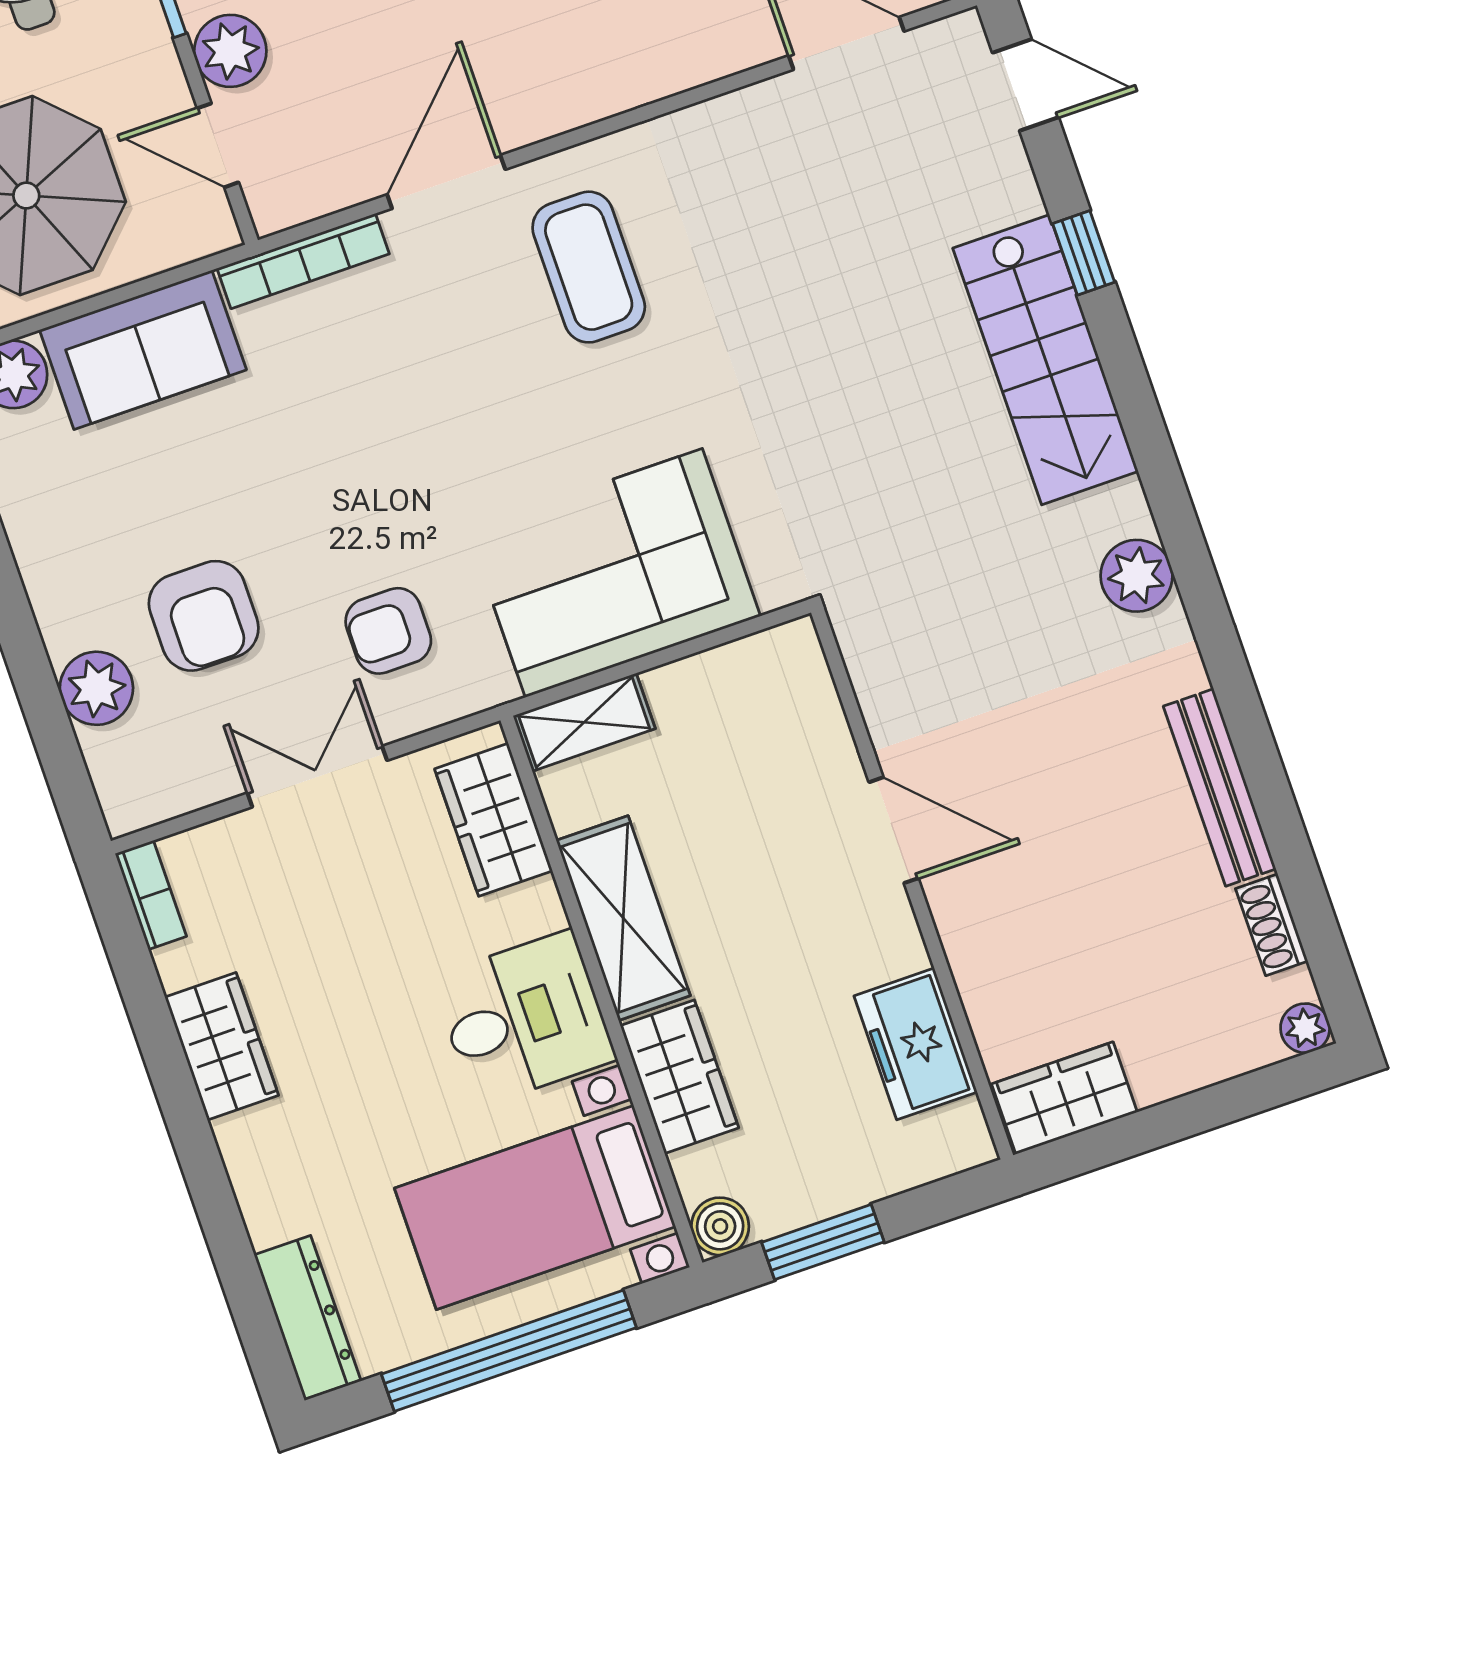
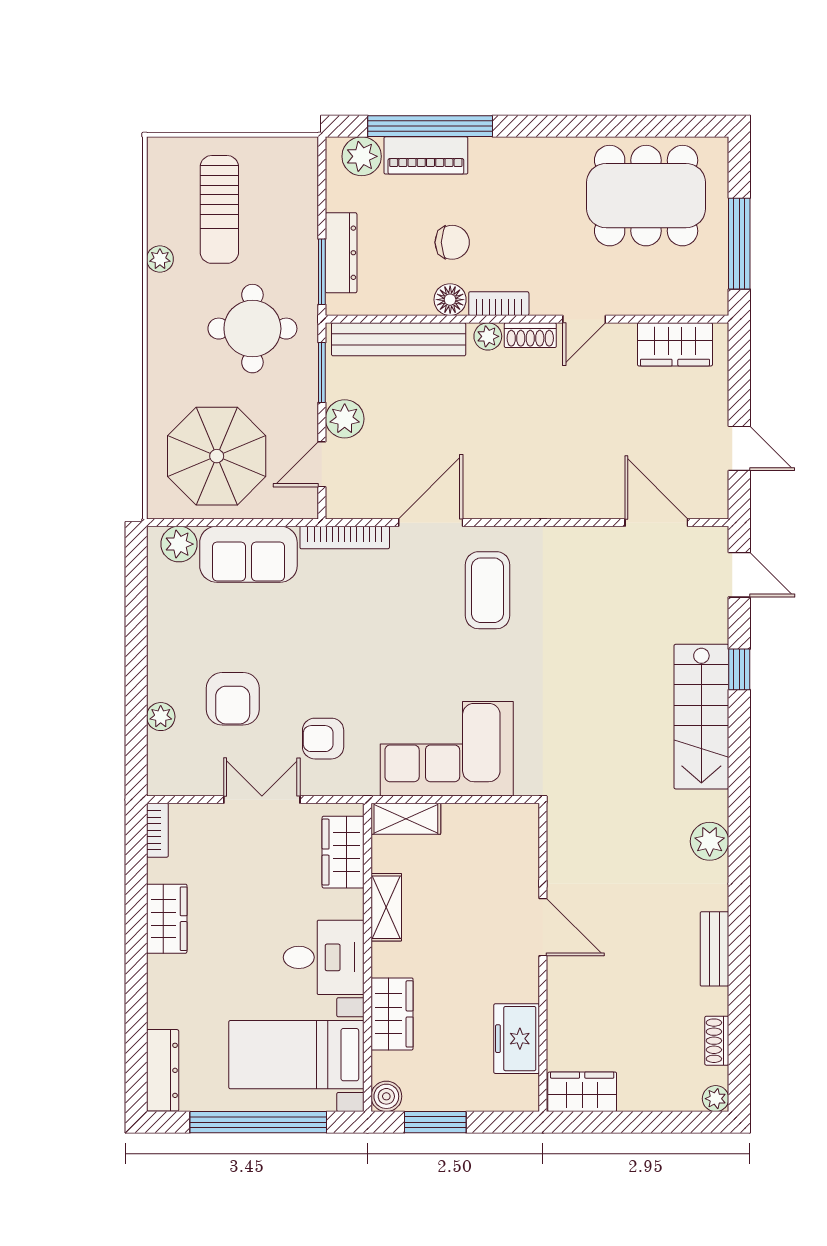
door: (218, 145) -> (322, 464), hinge flipped
plant: (96, 688) -> (161, 717), width x0.73, depth x0.73
bench: (1220, 788) -> (715, 949), width x0.73
shelving: (623, 918) -> (386, 907), width x0.67, depth x0.75

